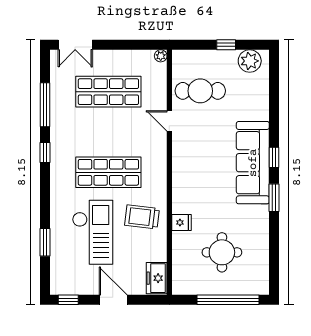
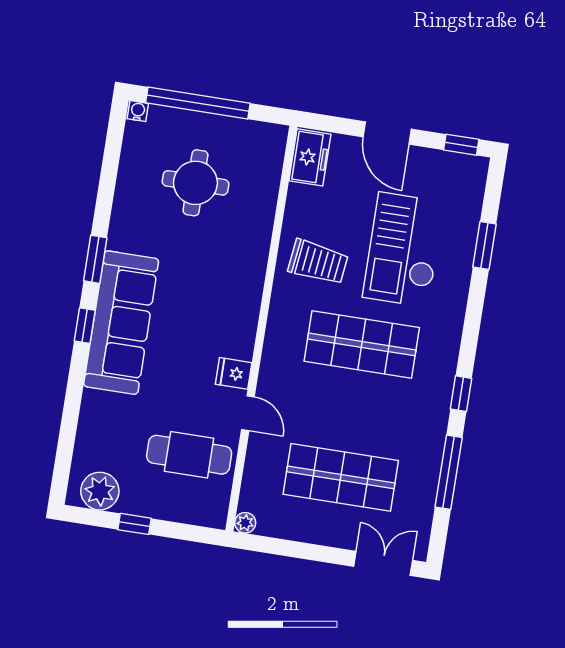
fridge: (182, 222) -> (234, 373), moved
water cooler: (263, 289) -> (138, 111), added

